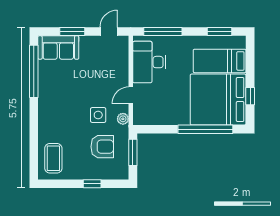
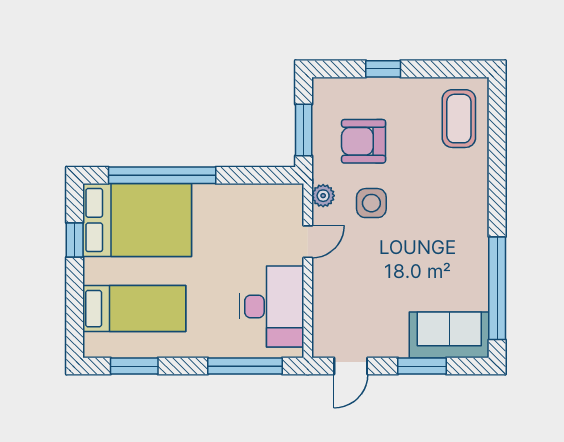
bed: (218, 99) -> (137, 220), width x0.73

